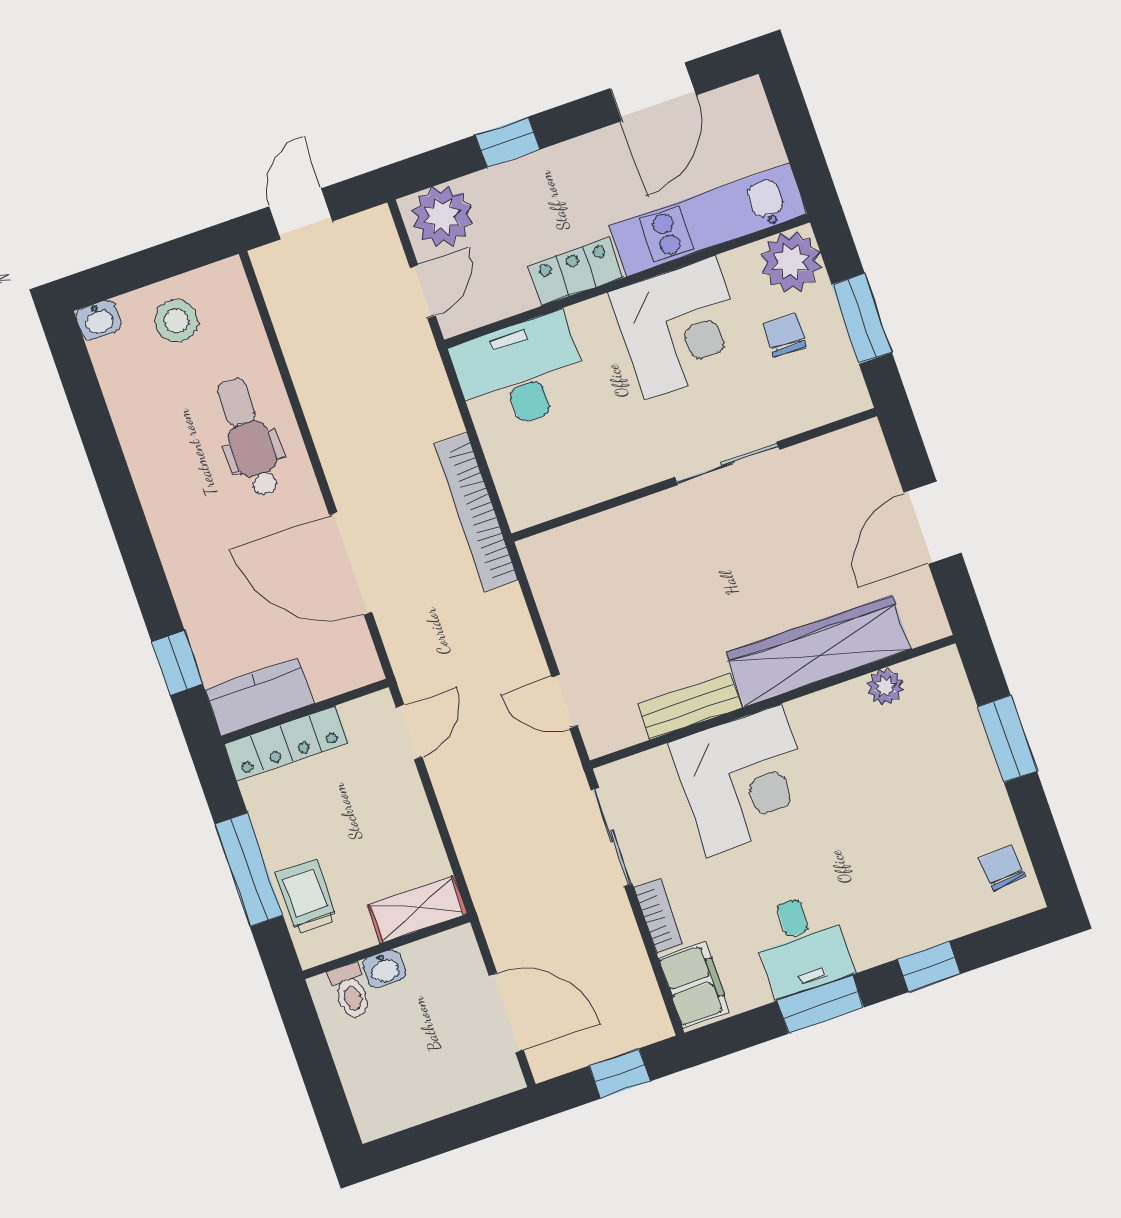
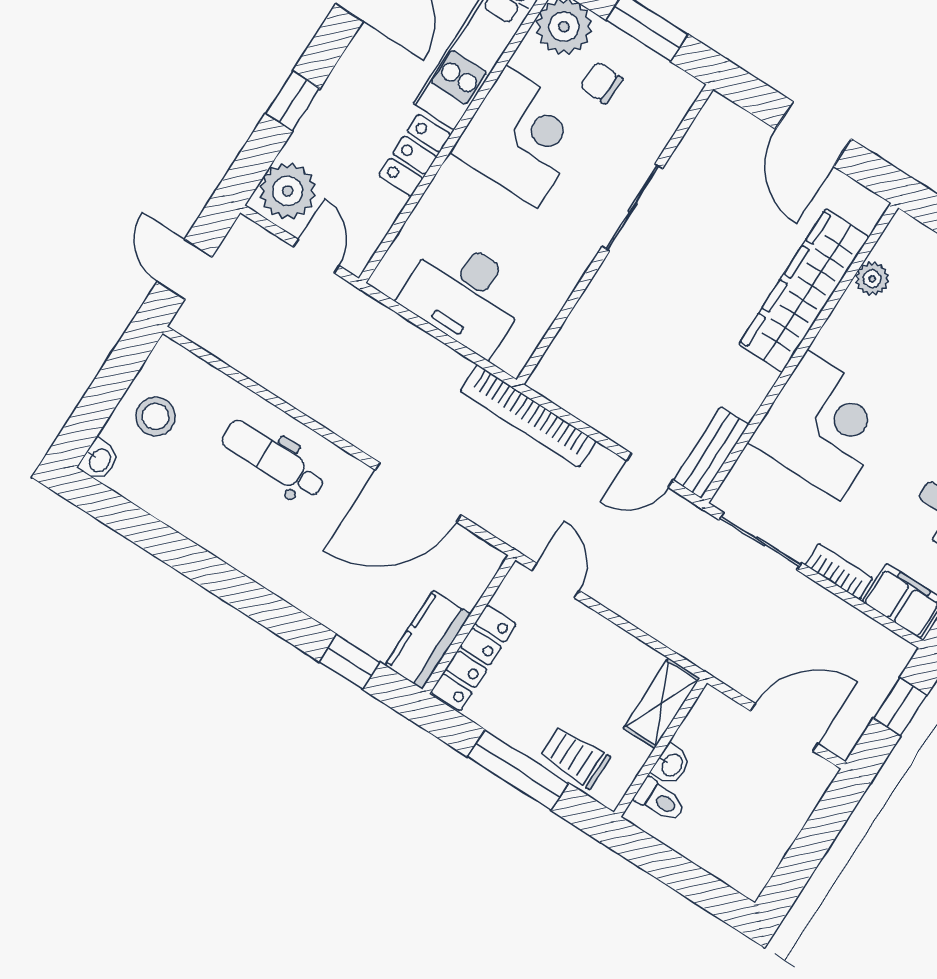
desk: (520, 373) -> (465, 295), moved, turned -90
bookcase: (476, 512) -> (528, 416), moved
bench: (690, 706) -> (711, 453), moved

